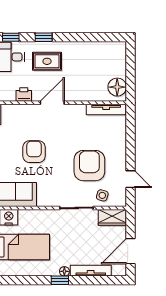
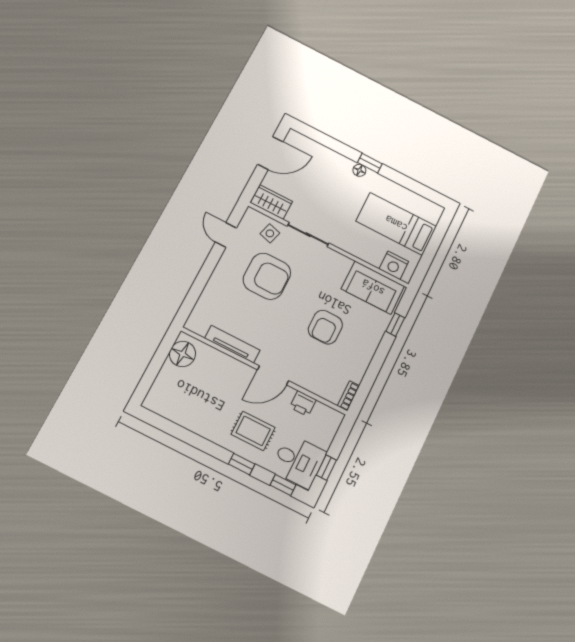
tv unit: (106, 110) -> (232, 344), moved
armchair: (89, 166) -> (267, 276), turned -90
tv unit: (91, 271) -> (328, 155), removed

